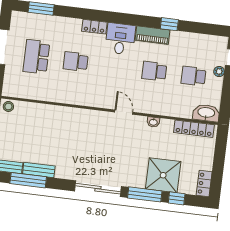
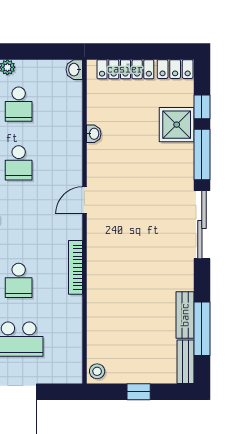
bookcase: (80, 101) -> (76, 267), added
washbasin: (206, 113) -> (74, 70), width x0.52, depth x0.69
washbasin: (153, 122) -> (94, 134), moved
locker: (194, 129) -> (125, 69), moved, turned 90
shower: (163, 175) -> (177, 125), width x0.73, depth x0.73

